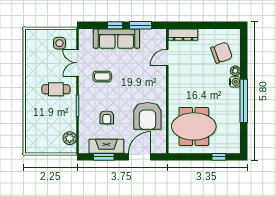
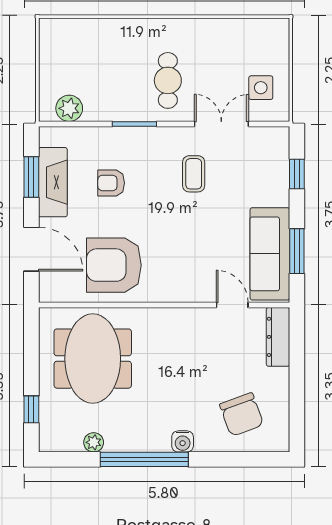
window: (115, 25) -> (297, 174), moved
sofa: (116, 39) -> (270, 254), moved
plant: (235, 71) -> (94, 442), moved

